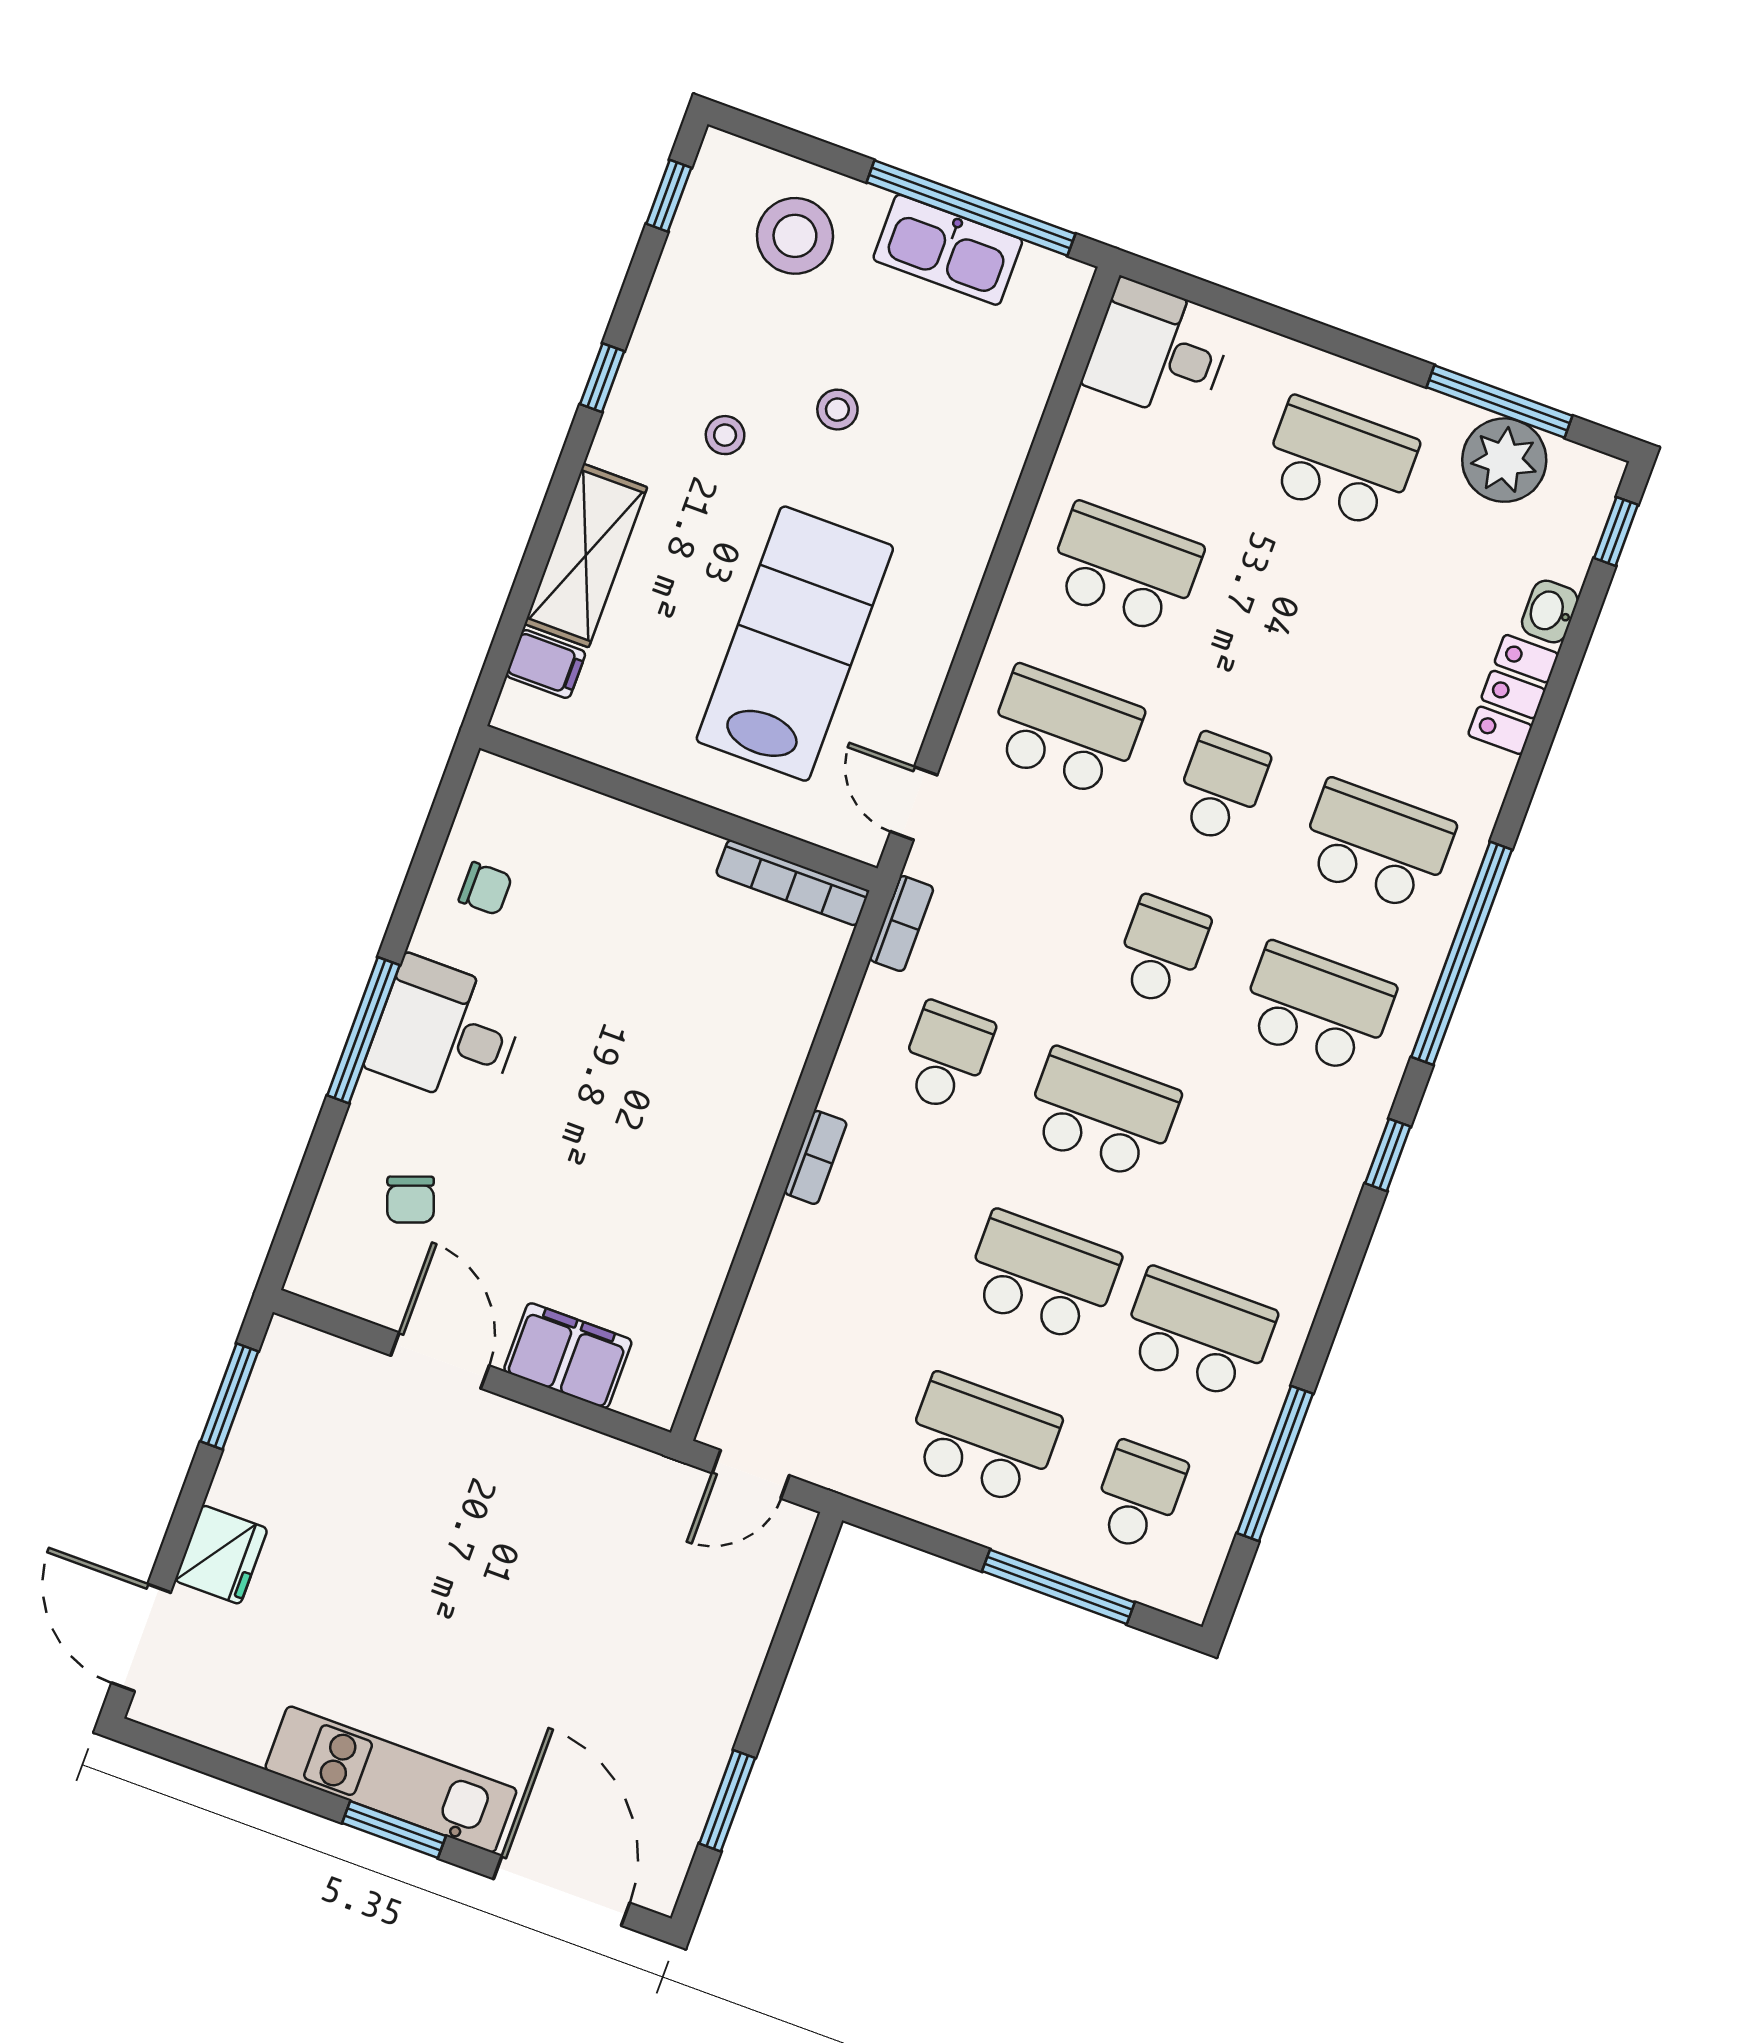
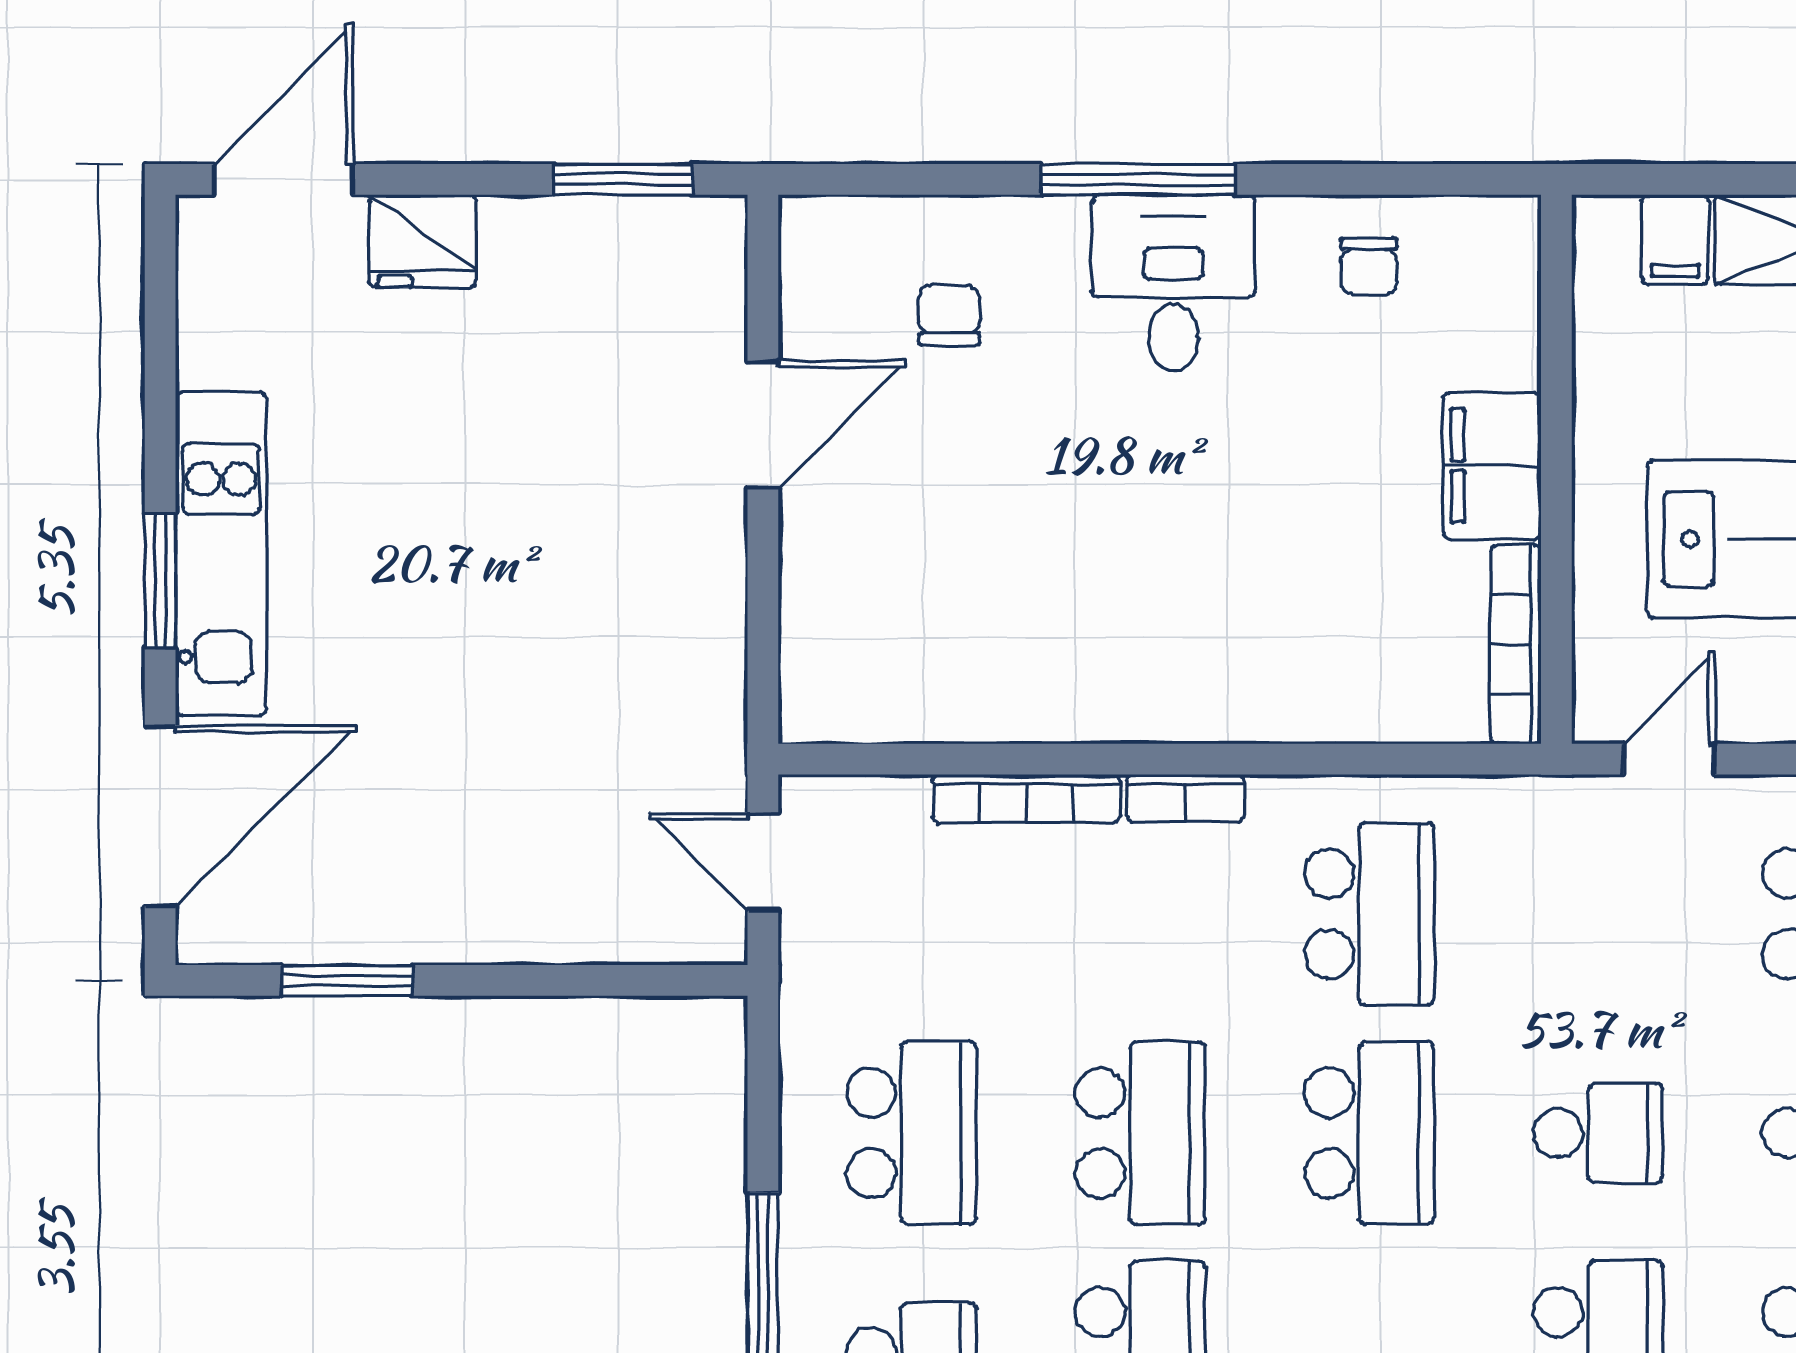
bookcase: (902, 924) -> (1026, 799), moved, width x1.56
school desk: (946, 1057) -> (1369, 914), width x1.85
chair: (411, 1200) -> (949, 315), turned 110
filing cabinet: (568, 1356) -> (1492, 466), moved, turned 180

